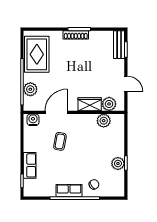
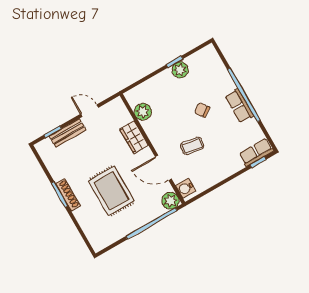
bench: (119, 45) -> (68, 133), moved
rug: (37, 54) -> (111, 191), moved, turned 90
door: (126, 84) -> (89, 111), hinge flipped
plant: (30, 89) -> (170, 201), moved
plant: (109, 104) -> (122, 116), removed
row of seats: (30, 165) -> (256, 152), moved
chair: (94, 184) -> (202, 110), moved

